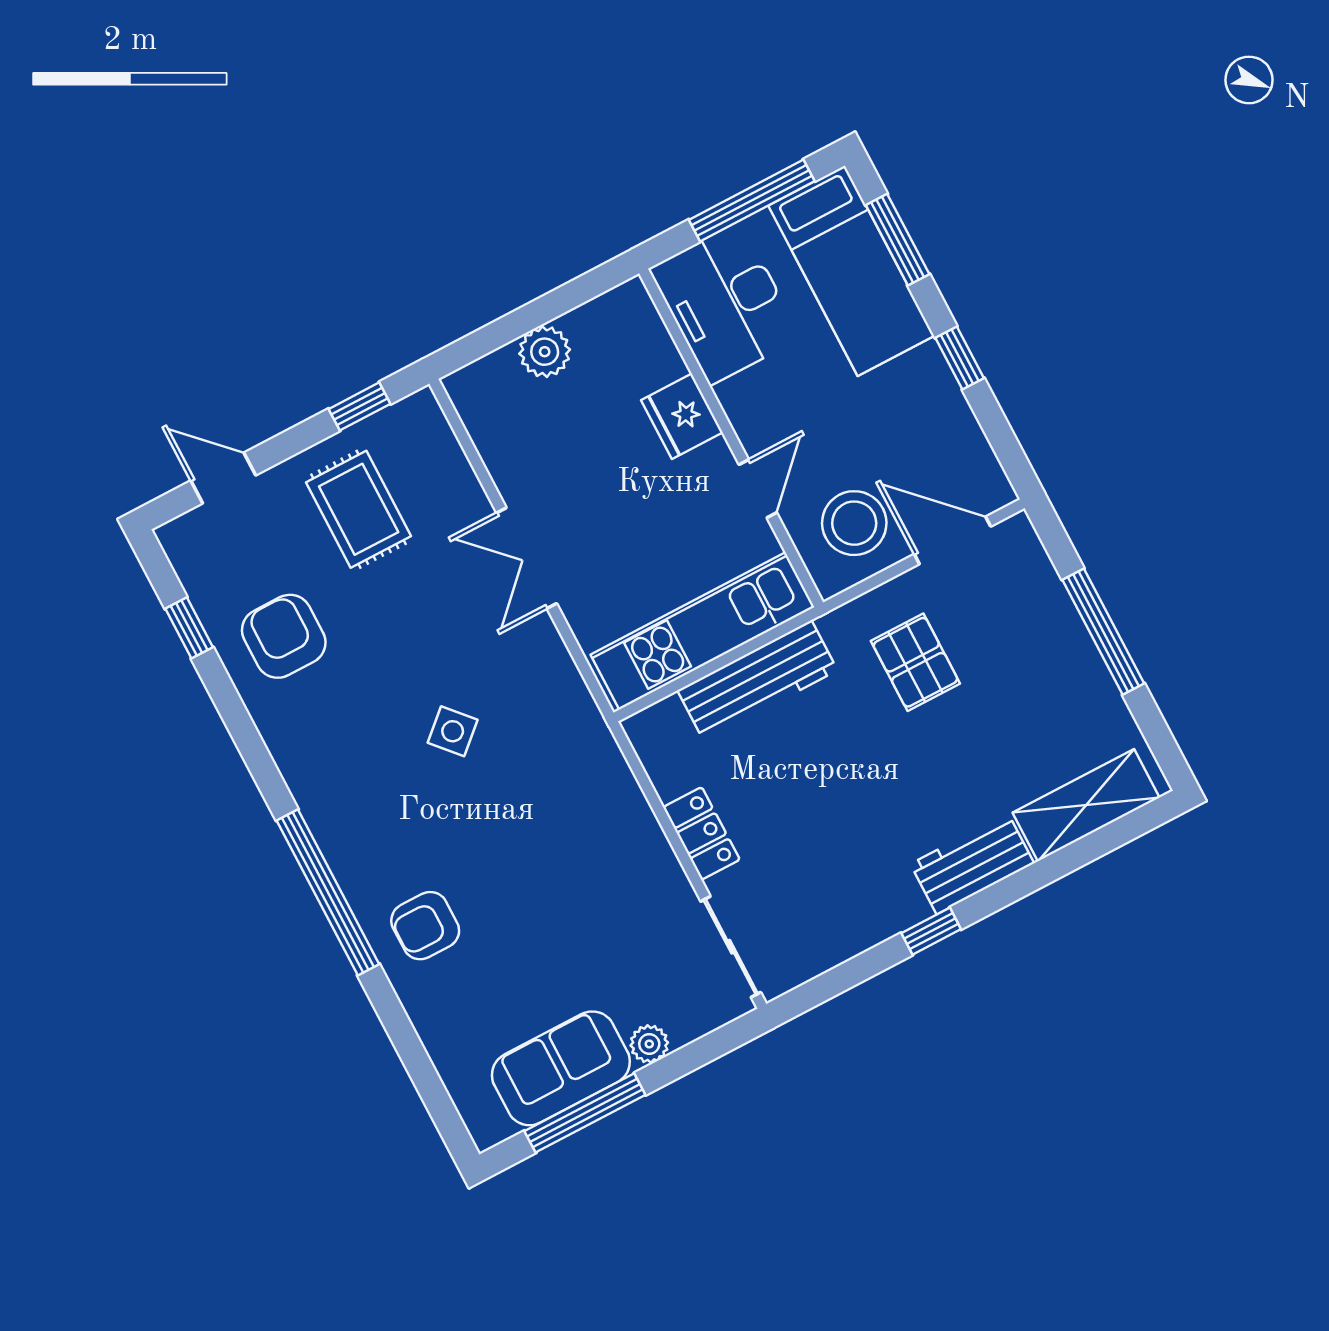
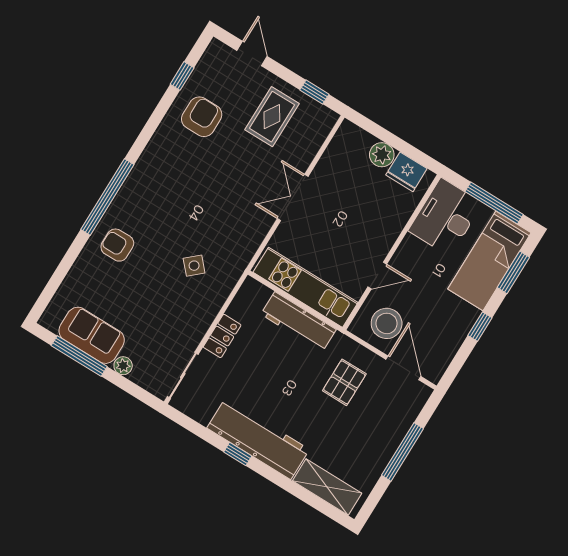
fridge: (682, 416) -> (406, 172), moved, turned -90
side table: (453, 731) -> (194, 266), moved
workbench: (972, 864) -> (258, 439), width x1.88, depth x1.32

